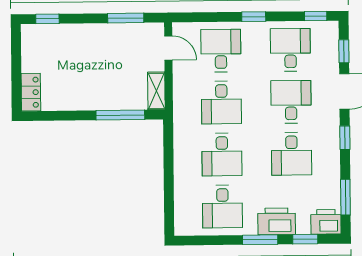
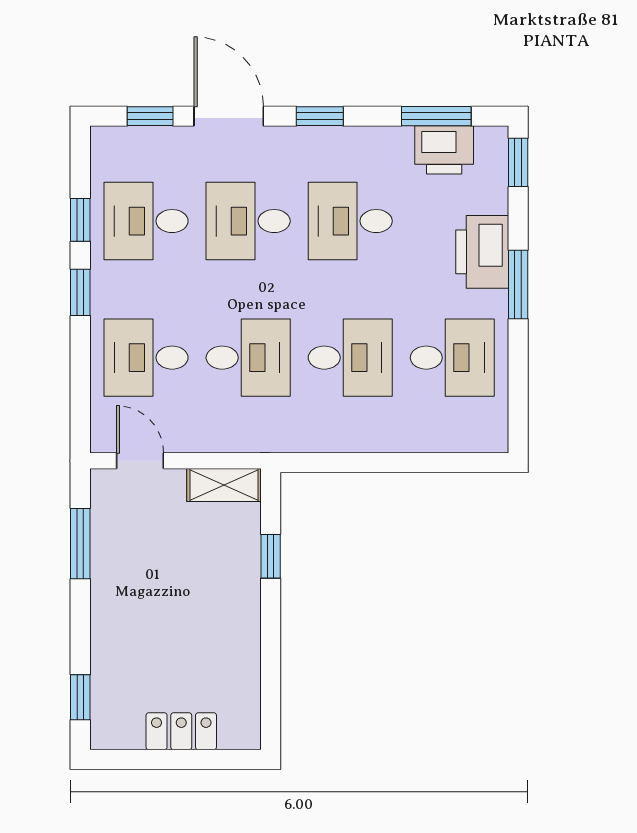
window: (316, 16) -> (80, 220), moved
door: (168, 48) -> (140, 461), hinge flipped
locker: (31, 92) -> (181, 731), moved
window: (120, 115) -> (271, 556), width x0.46
desk: (292, 154) -> (350, 221), turned 180
printer: (326, 222) -> (444, 150), moved, turned -90
window: (305, 239) -> (518, 162), moved

